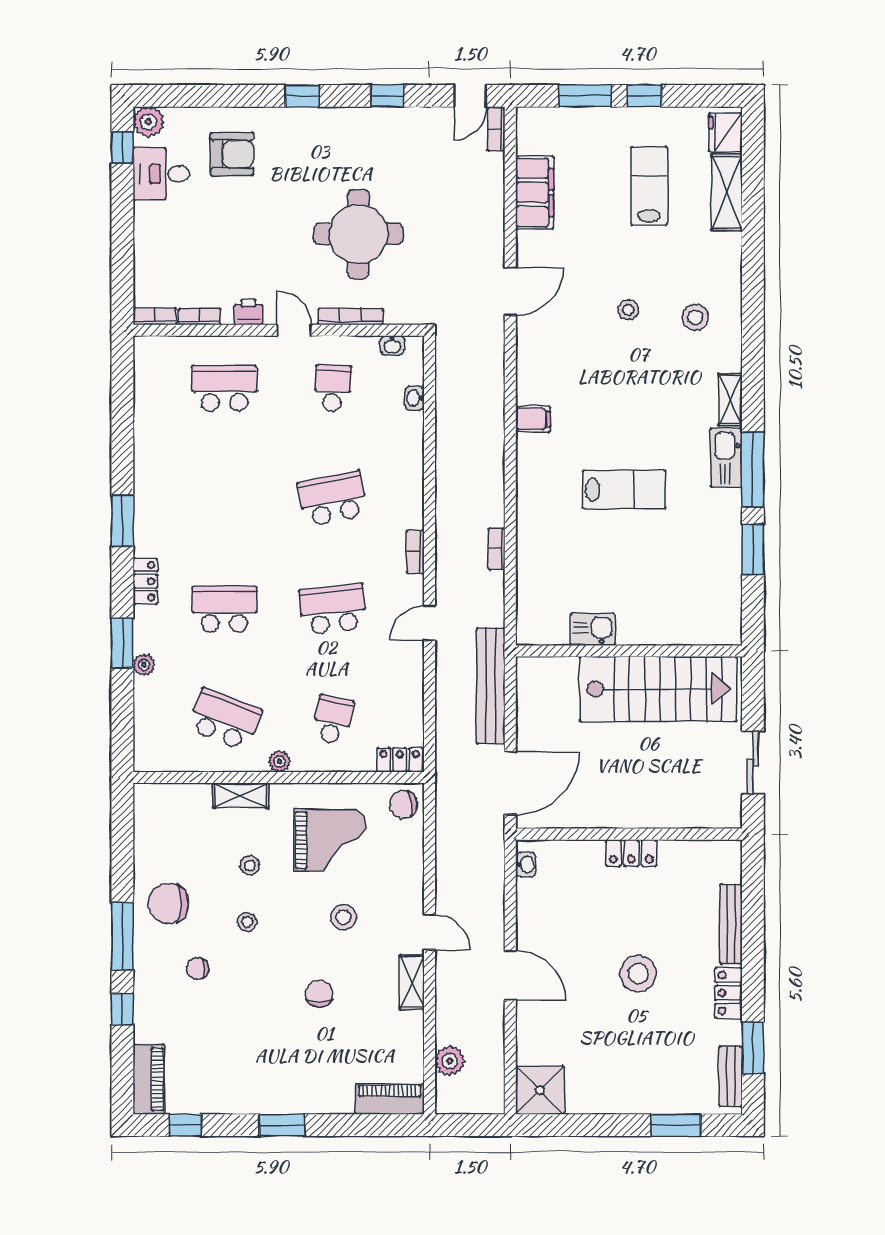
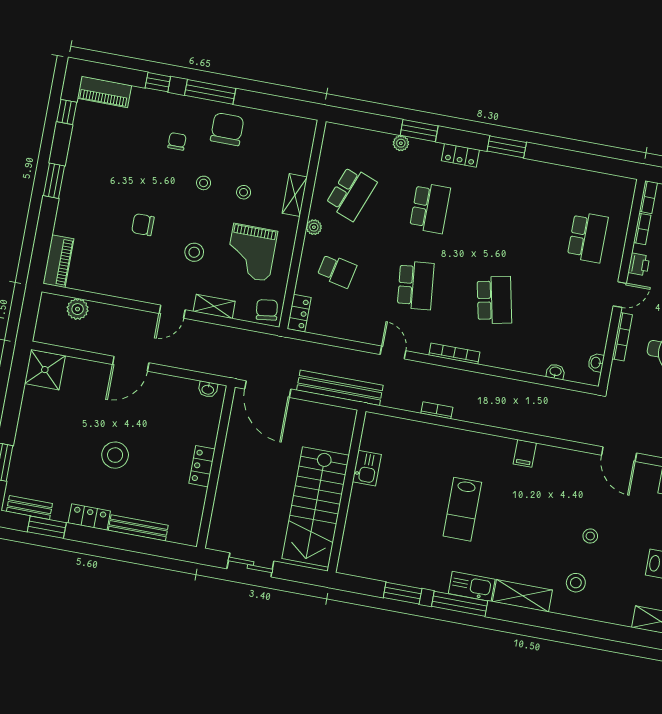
school desk: (333, 388) -> (573, 315), removed
shelving: (730, 400) -> (522, 596), width x1.50, depth x1.33
bookcase: (415, 552) -> (454, 354), width x1.56
shelving: (412, 982) -> (214, 306), moved
chair: (319, 994) -> (143, 225), turned 180

